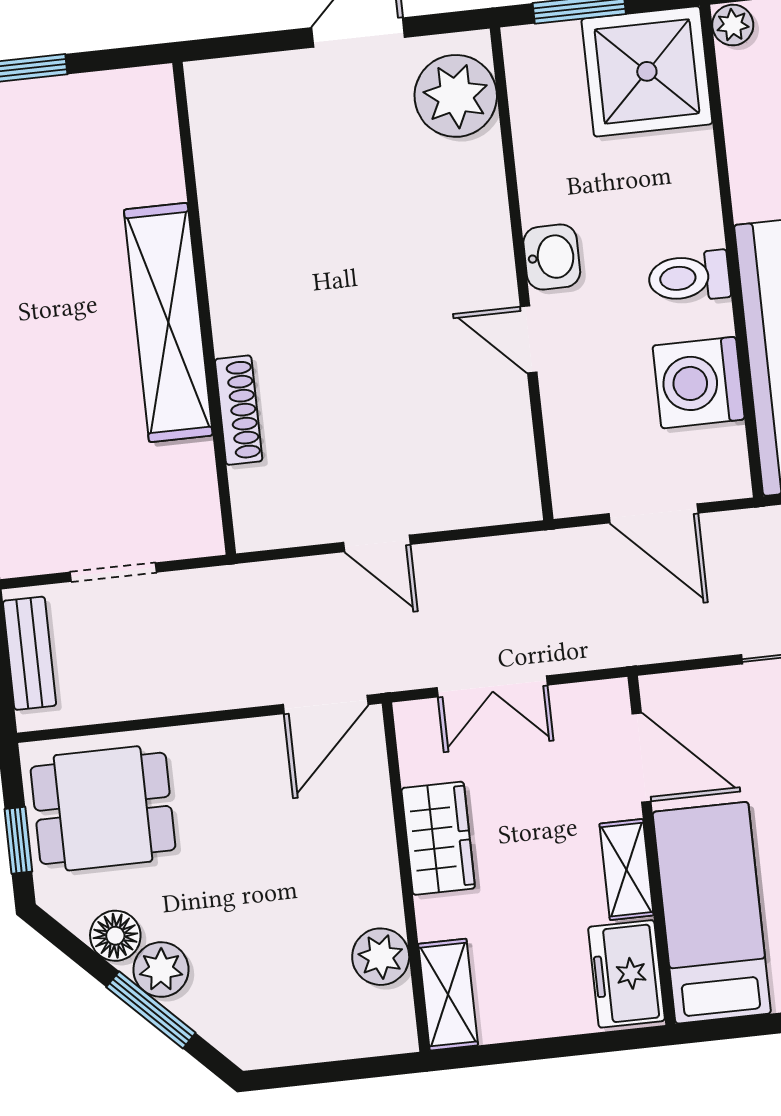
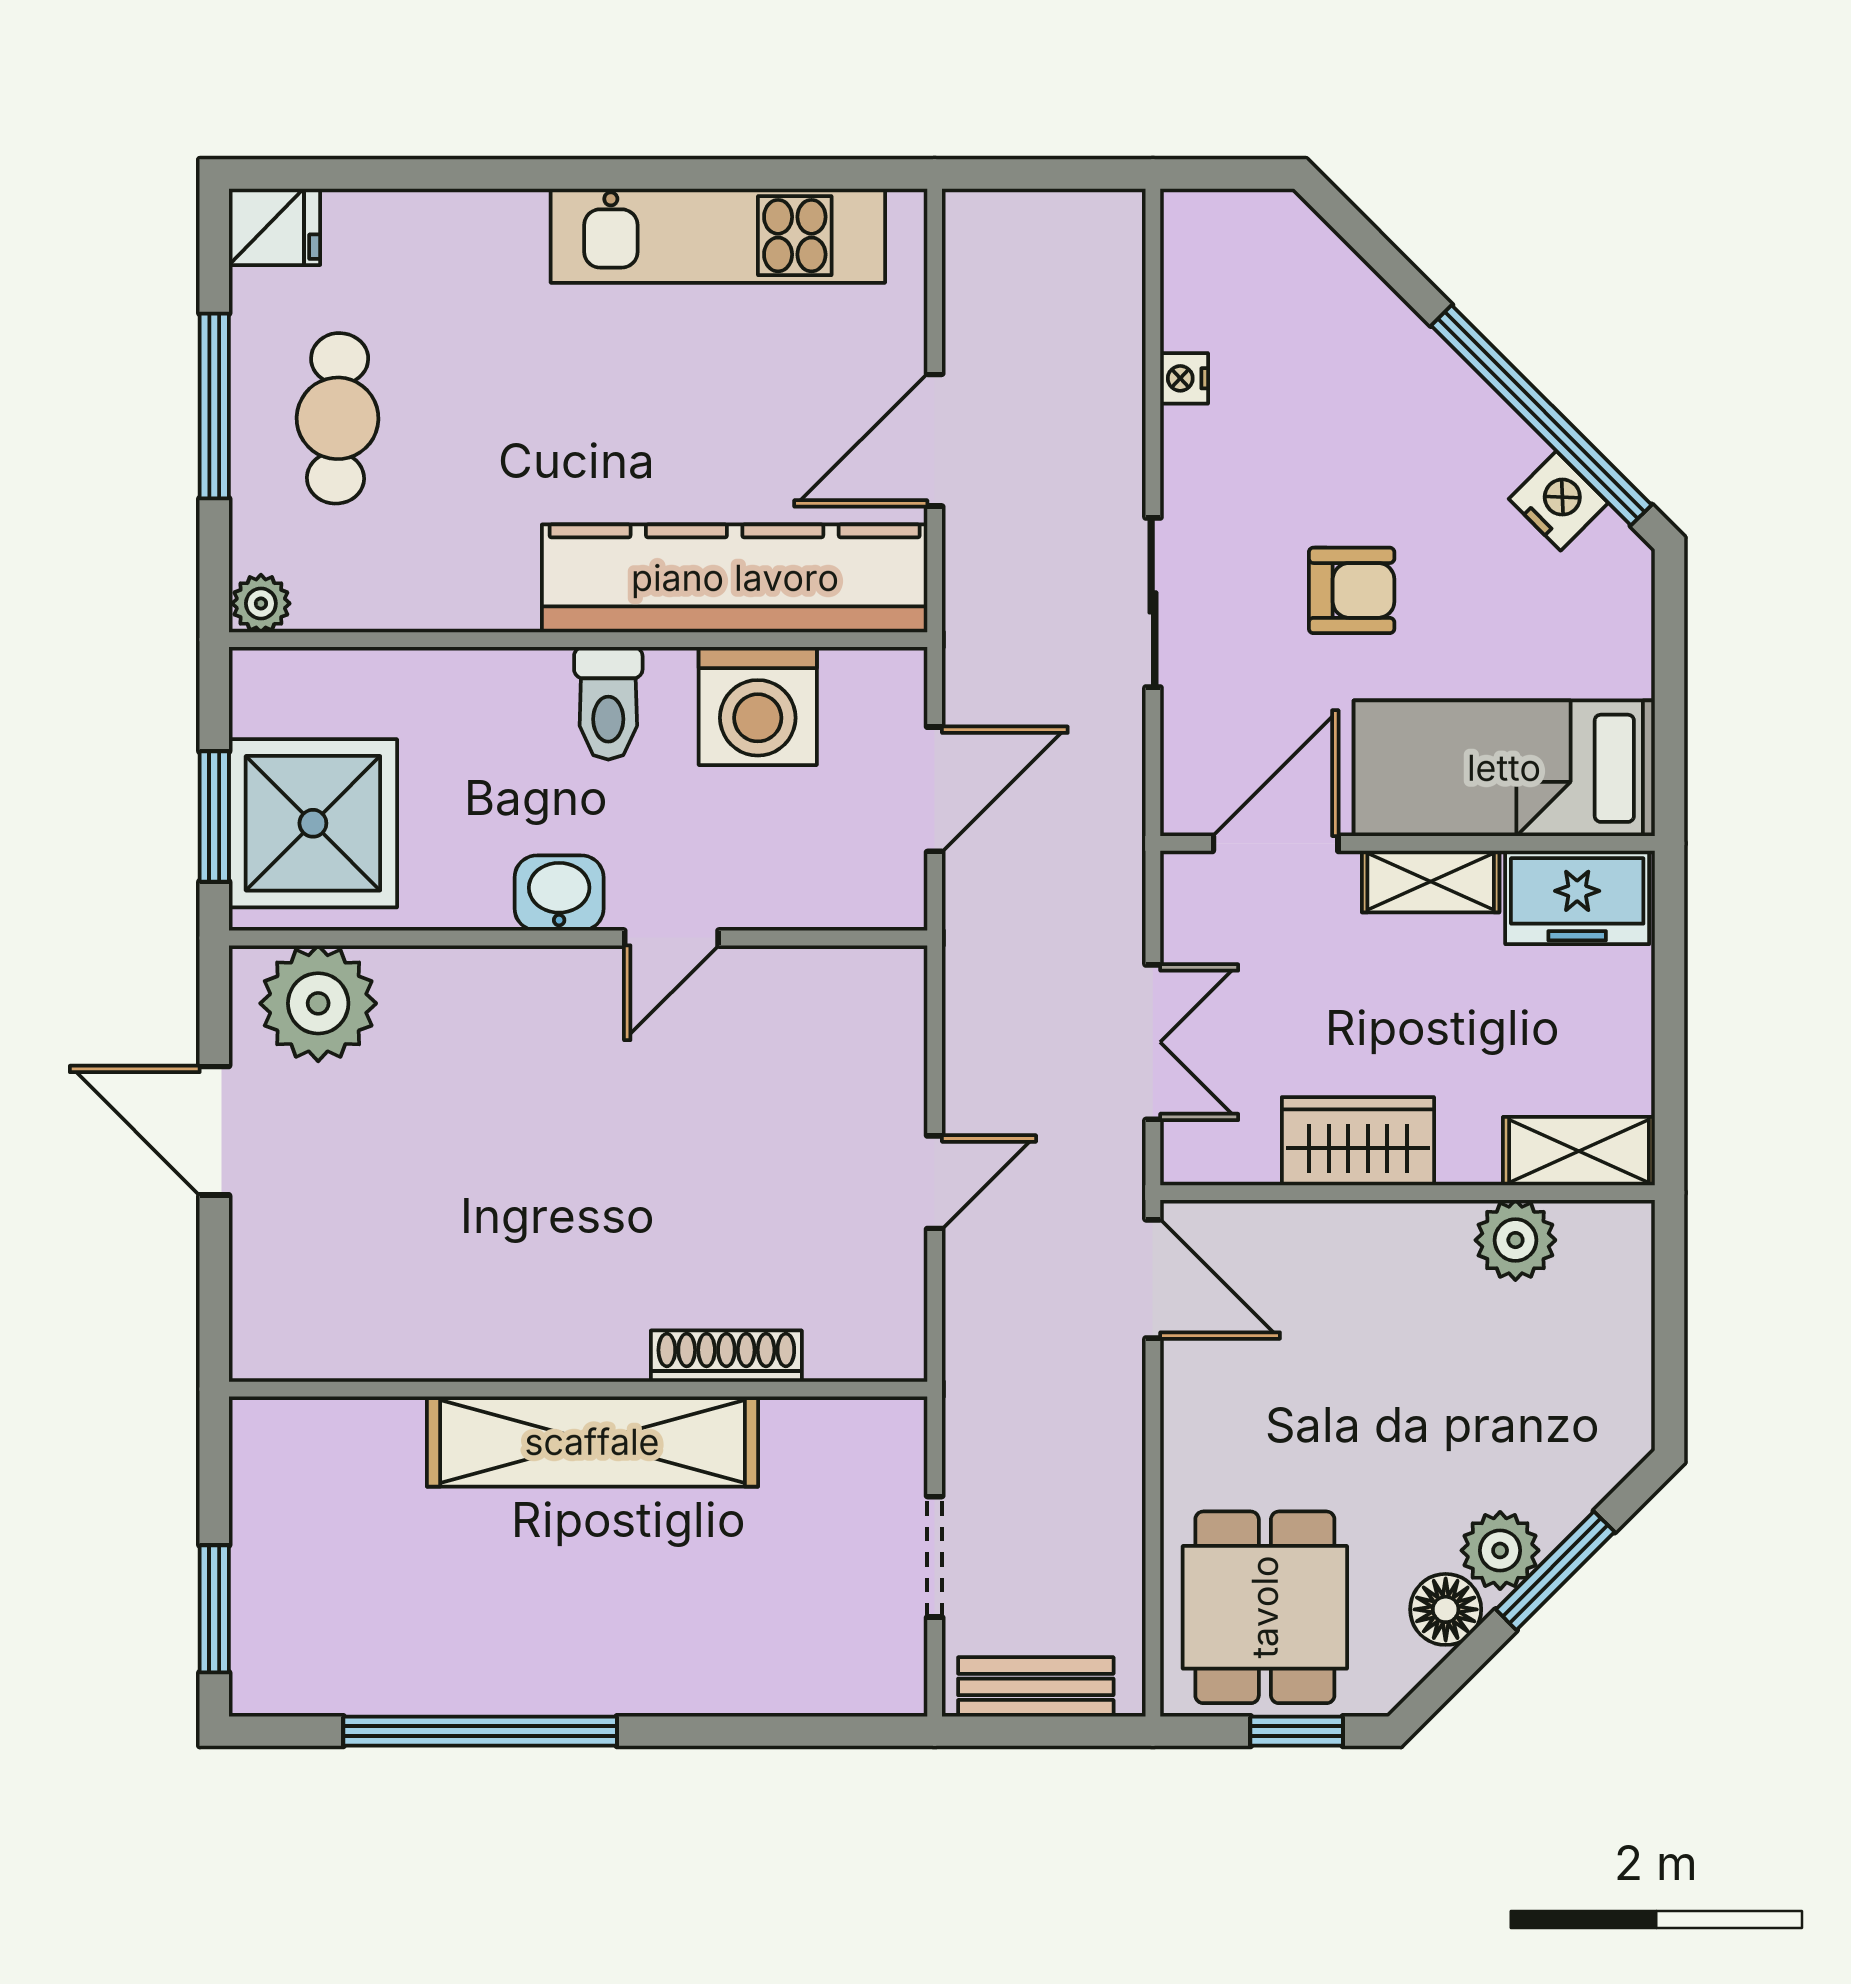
shower: (647, 71) -> (313, 823), moved

